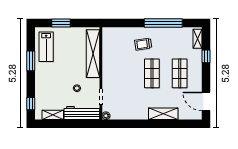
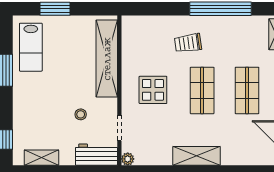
display table: (122, 73) -> (153, 90), added
workbench: (82, 113) -> (96, 155), width x0.73
shelving: (163, 114) -> (197, 156), moved

